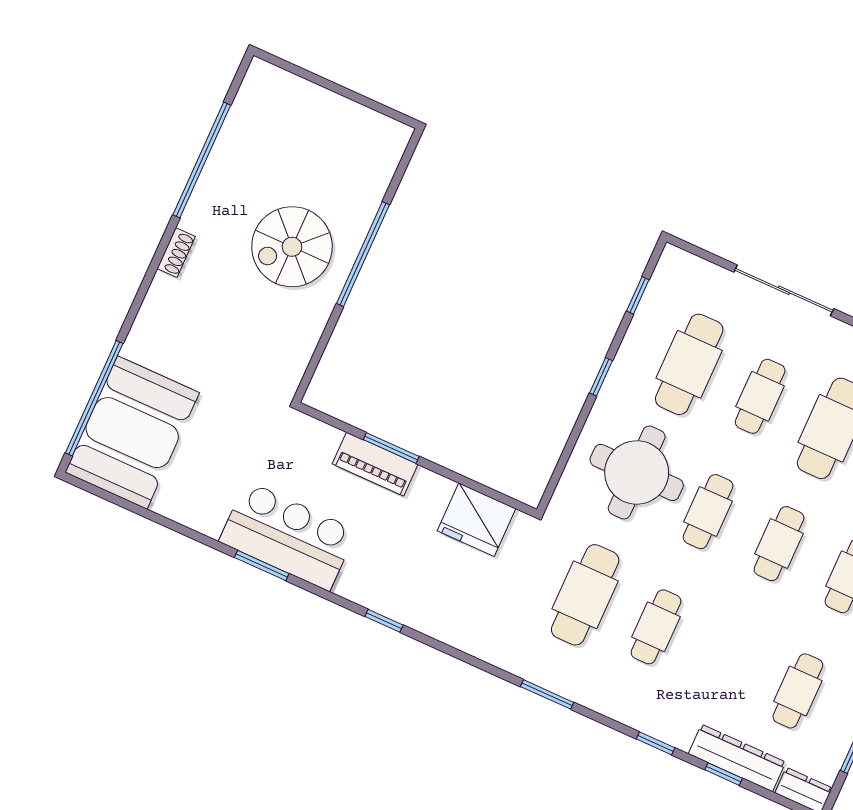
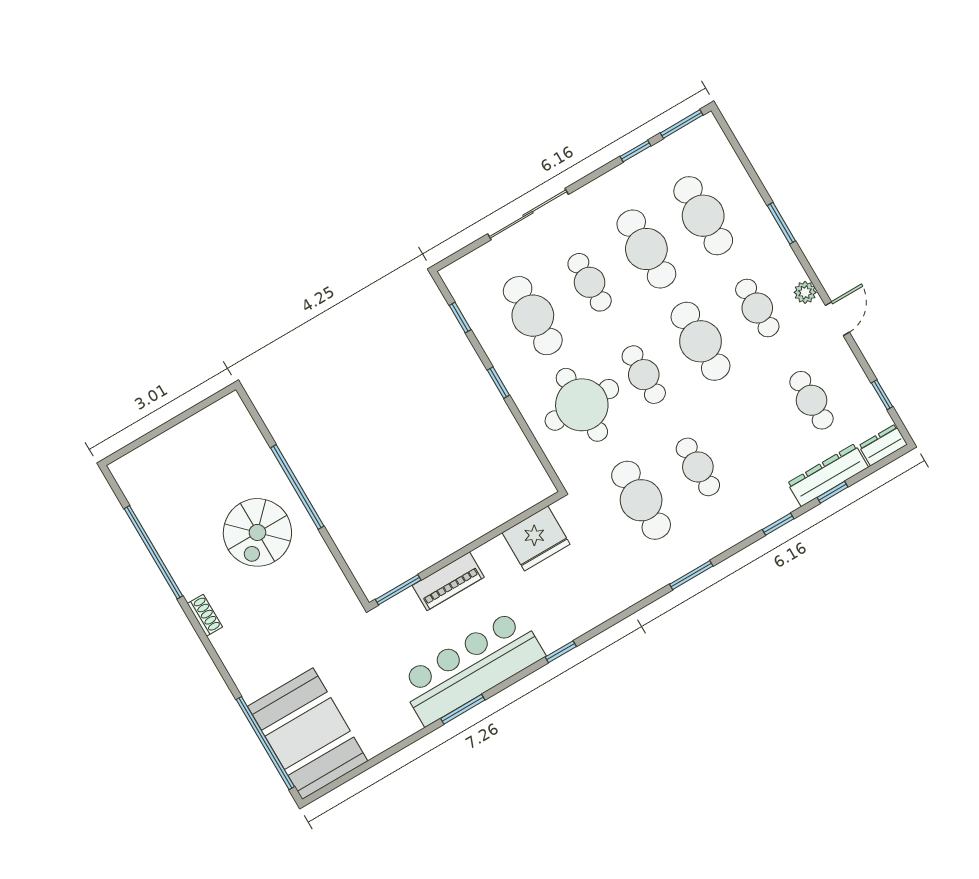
window: (391, 448) -> (398, 590), moved
bar counter: (288, 536) -> (471, 667), width x1.36
cafe table: (779, 544) -> (701, 341), width x1.37, depth x1.35

